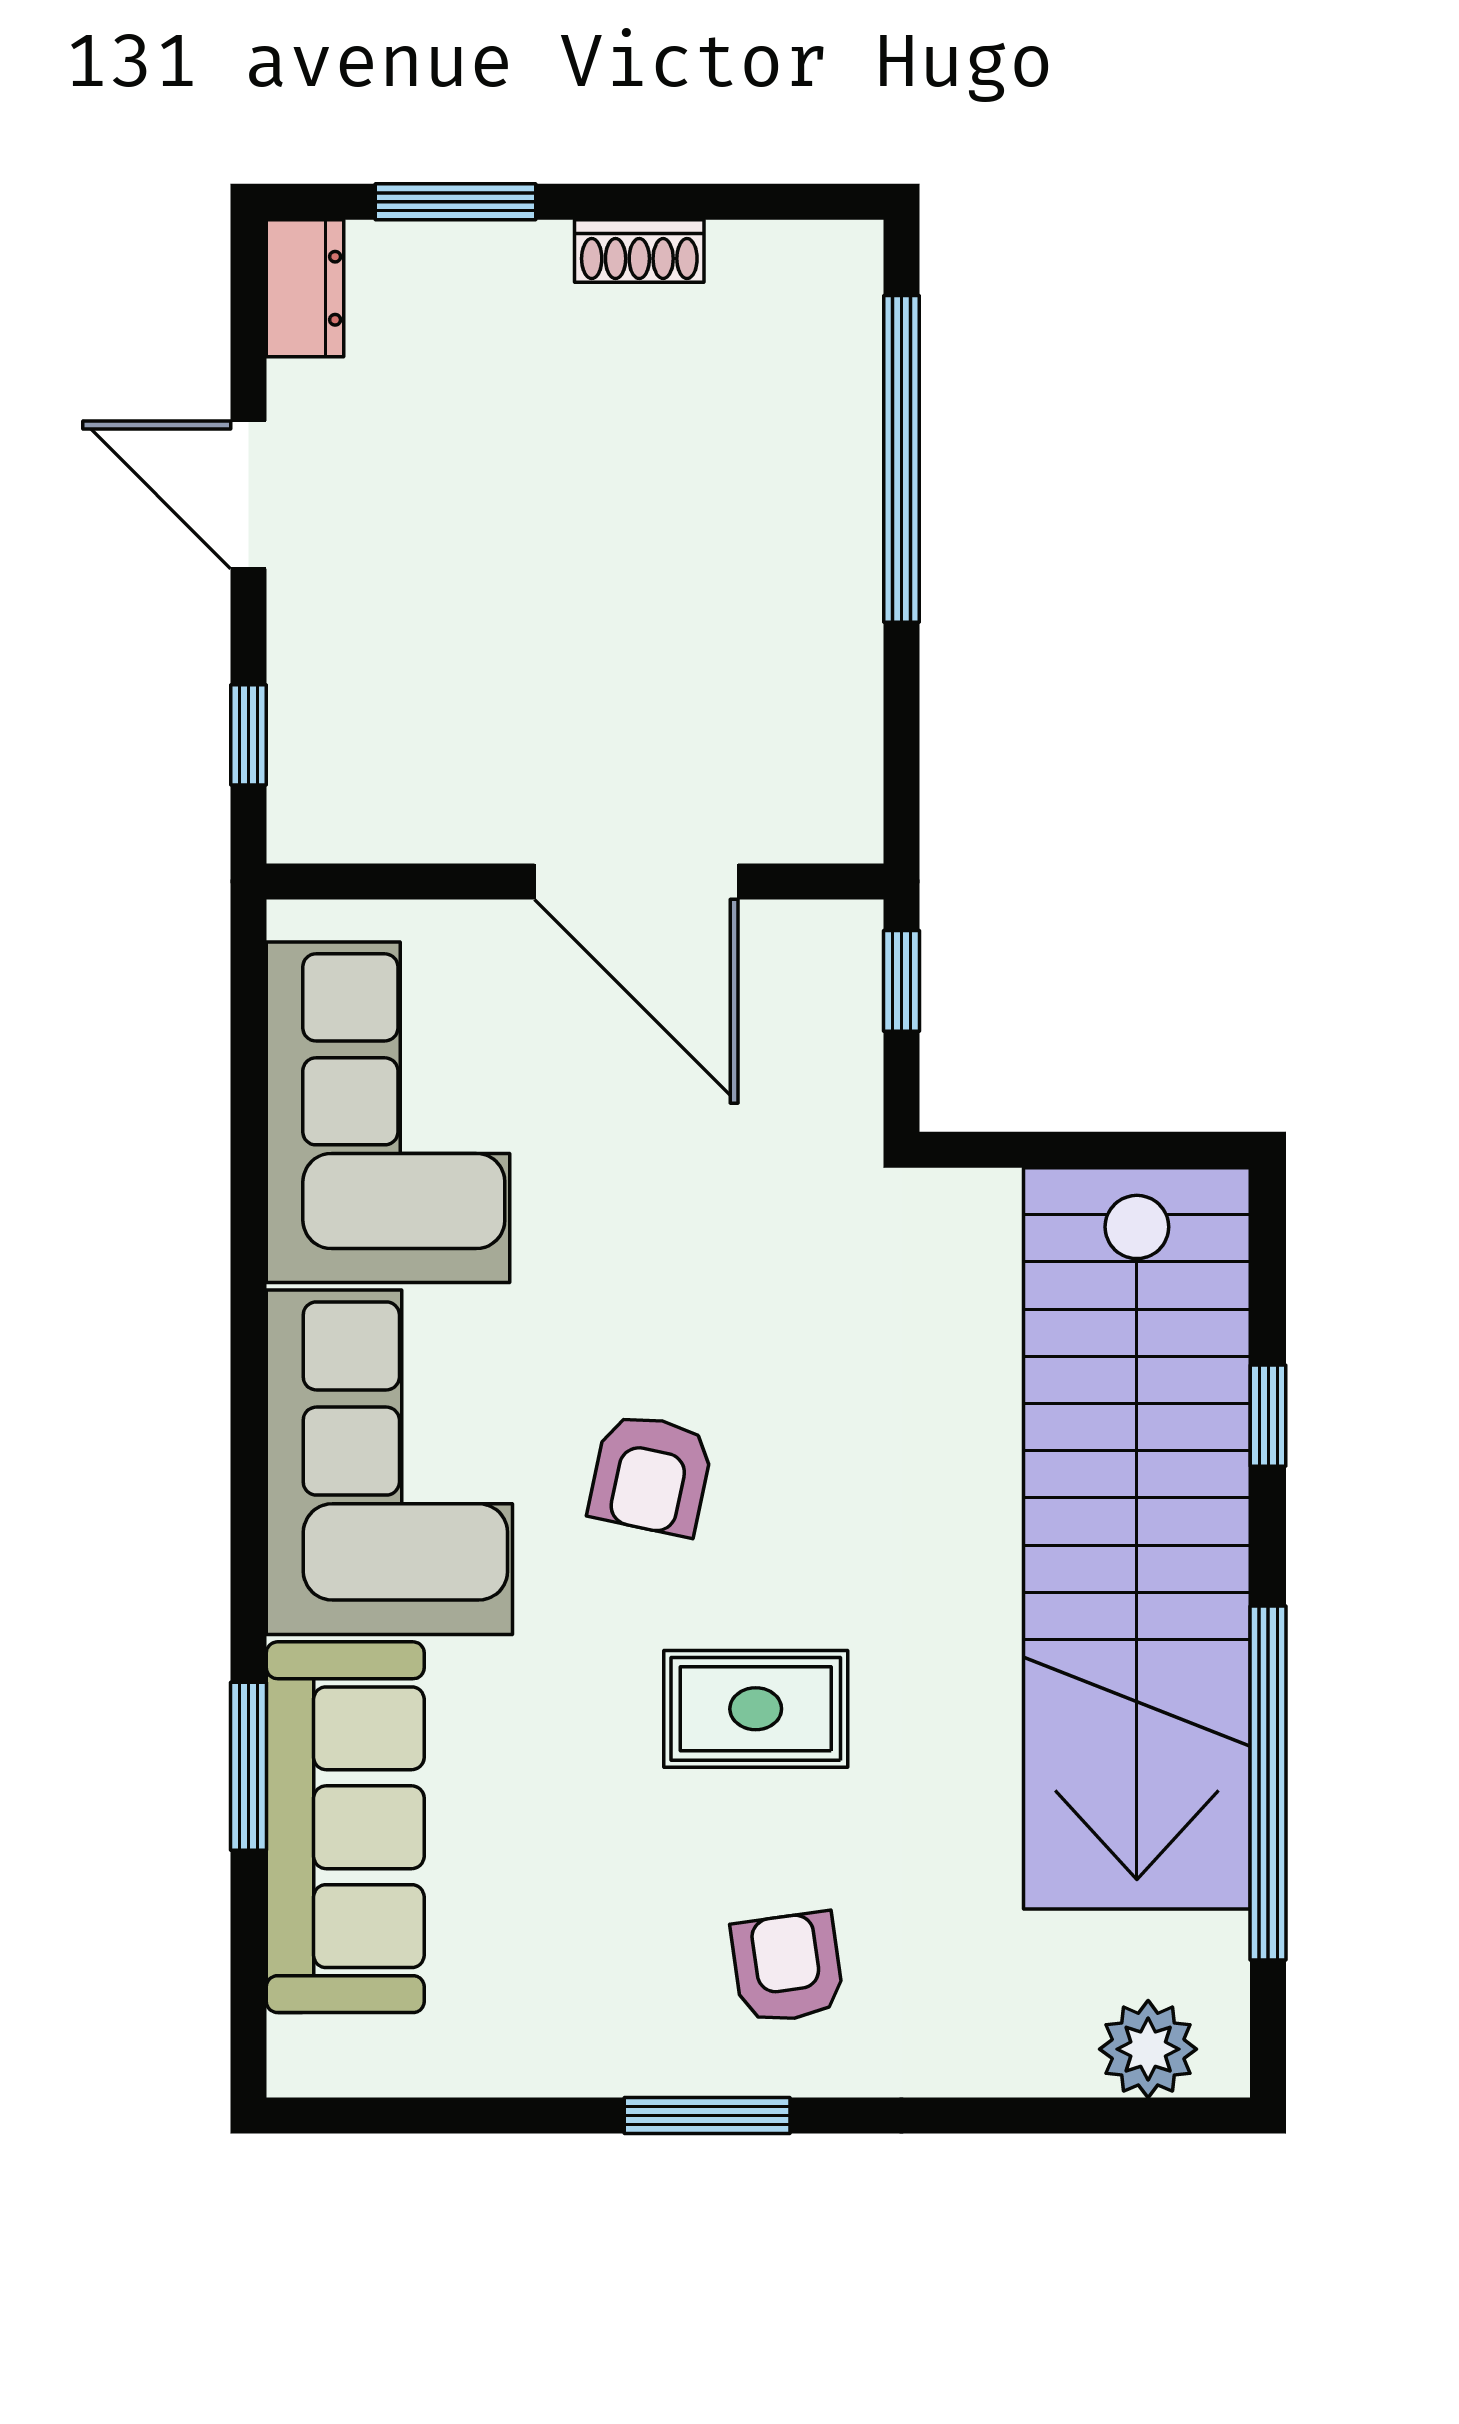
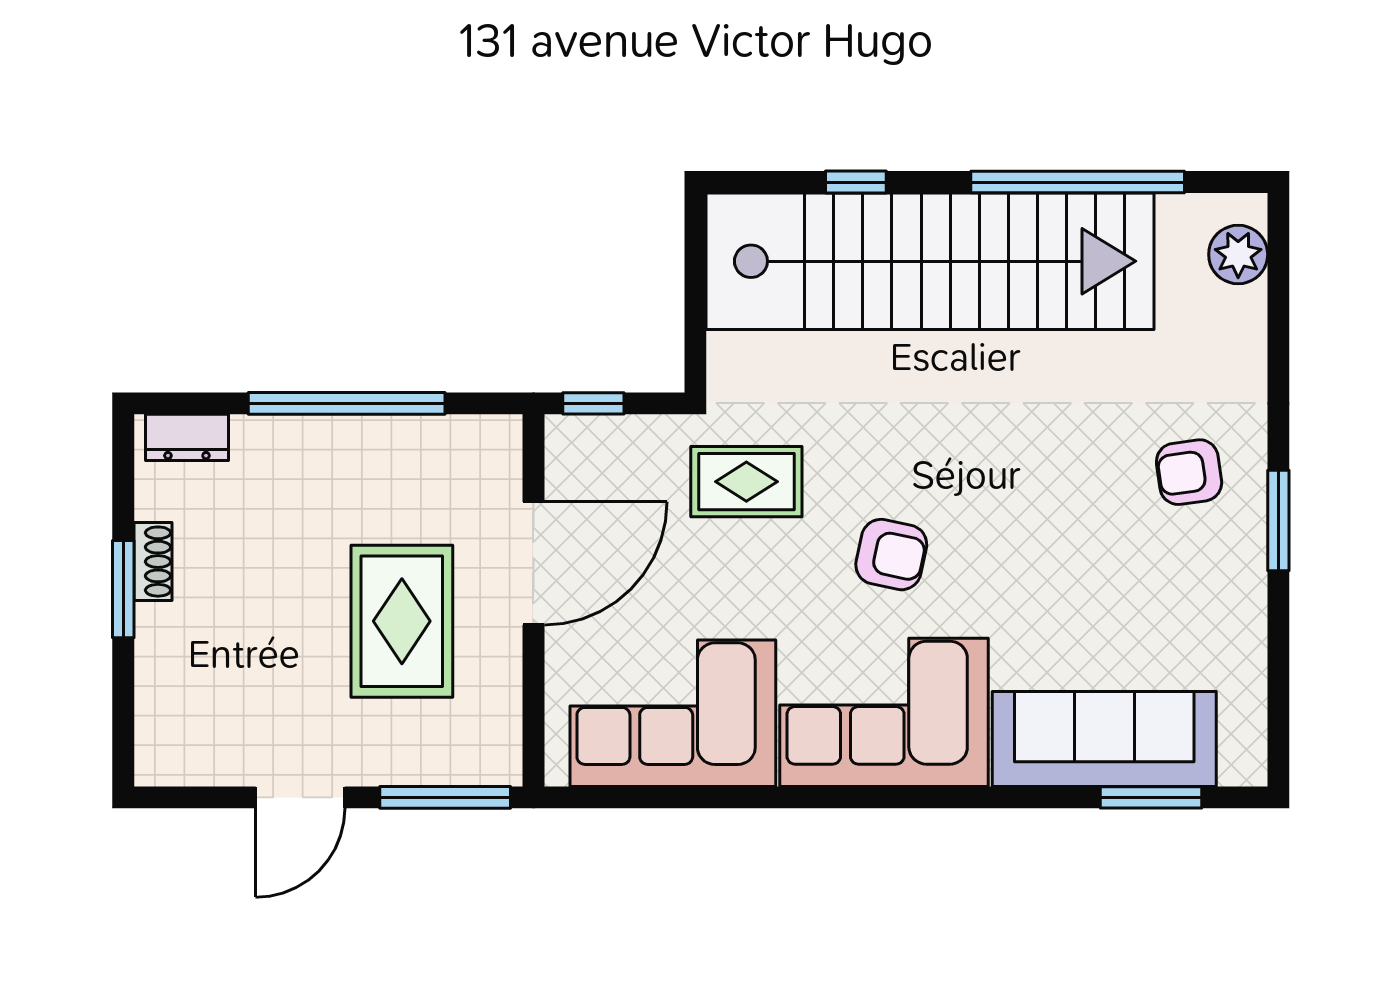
window: (455, 202) -> (123, 589), moved
dresser: (305, 288) -> (187, 437), moved, turned 180
window: (901, 459) -> (347, 403), moved
rug: (540, 663) -> (402, 621), added
window: (249, 735) -> (445, 797), width x2.17
rug: (756, 1709) -> (746, 482), moved, turned 90
window: (249, 1766) -> (1151, 797), moved

